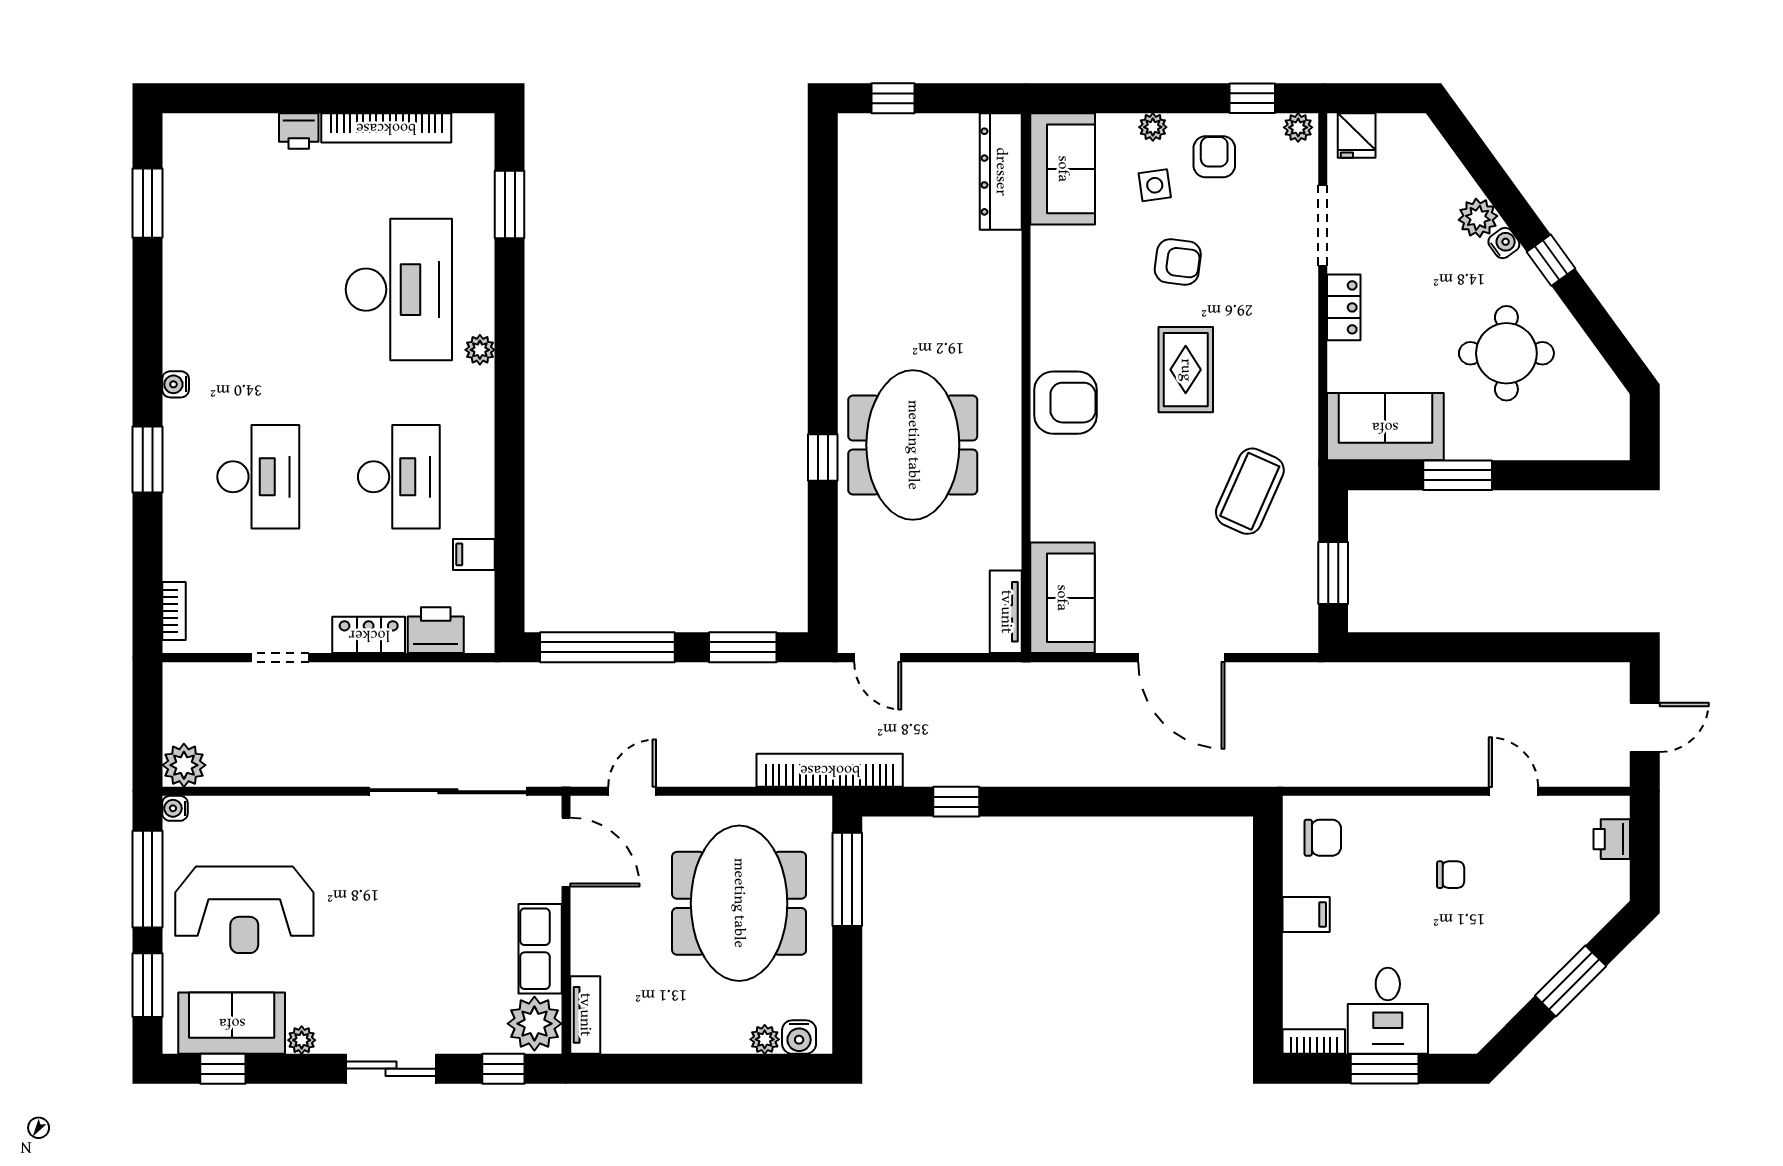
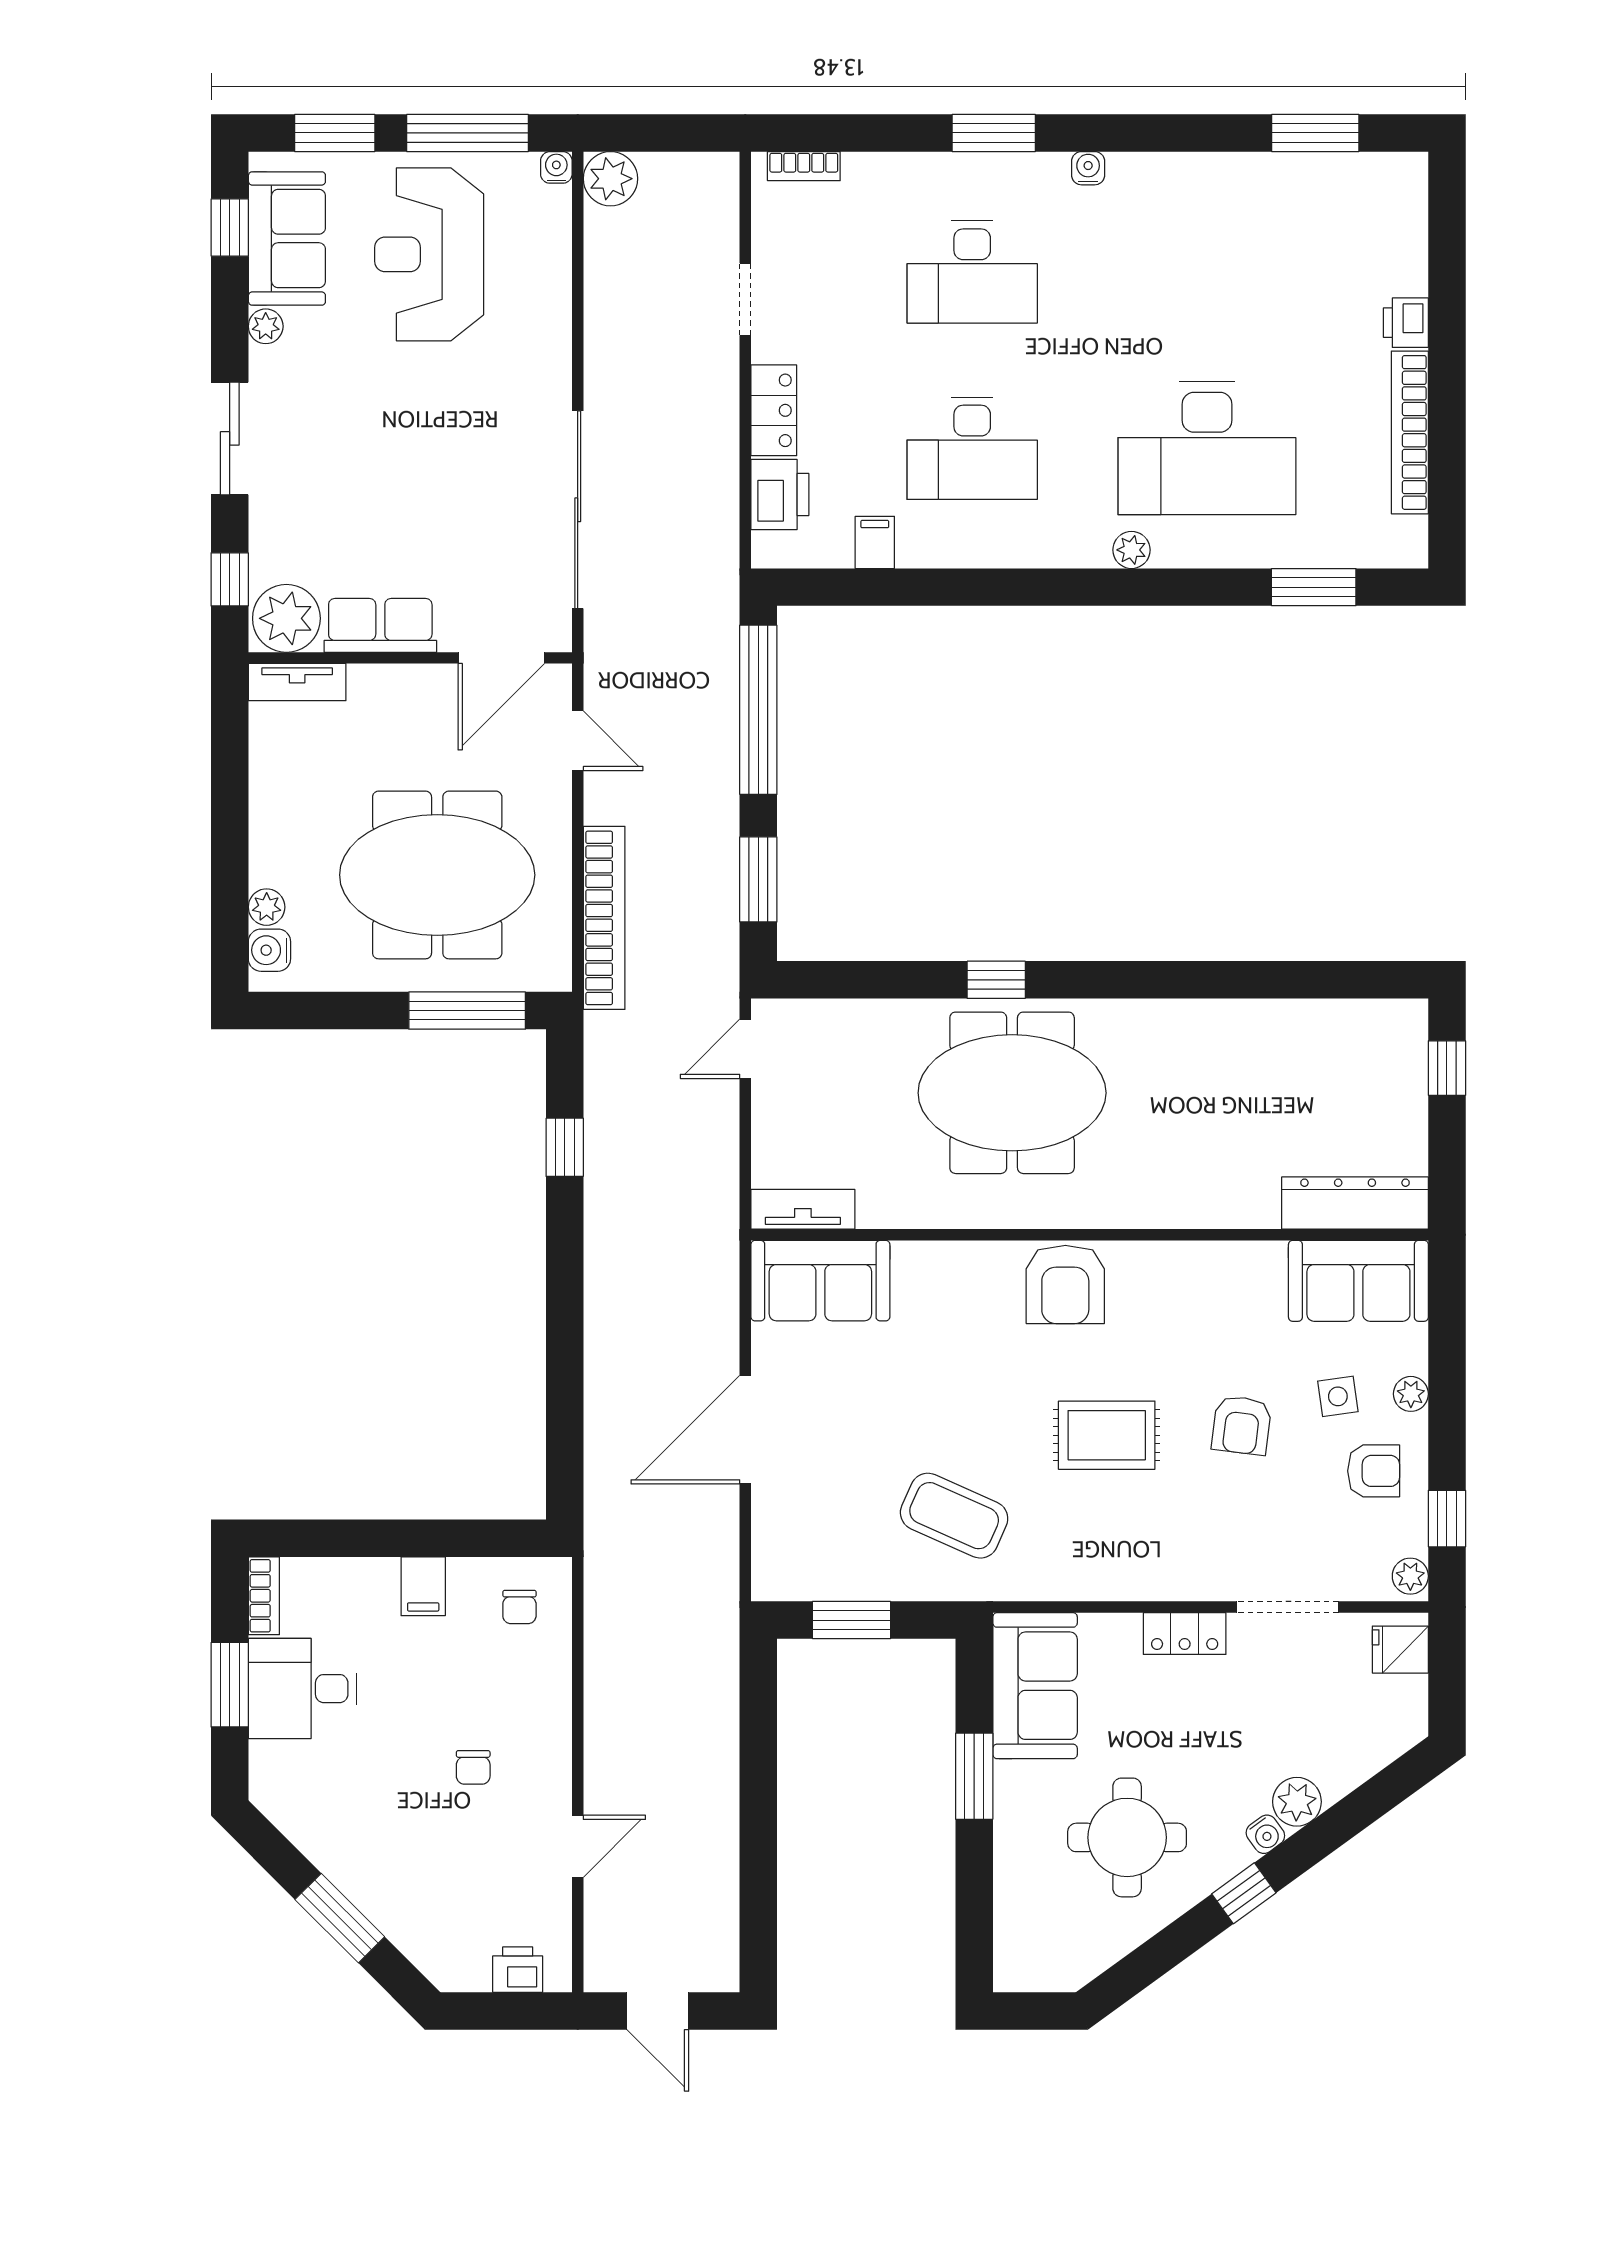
bookcase: (830, 770) -> (604, 918), moved
chair: (1323, 838) -> (519, 1607), width x0.73, depth x0.73

